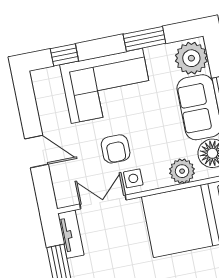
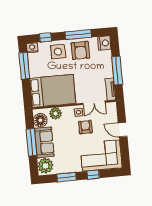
window: (64, 55) -> (93, 175), moved
corner sofa: (107, 86) -> (101, 156), moved

